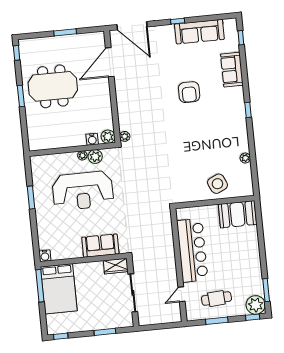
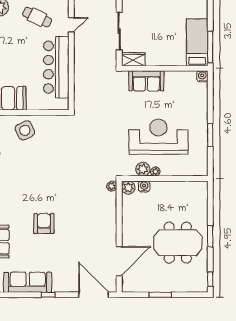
bed: (59, 289) -> (197, 42), width x0.67
cafe table: (216, 299) -> (37, 17), turned 30

